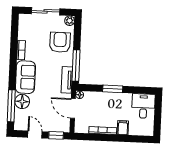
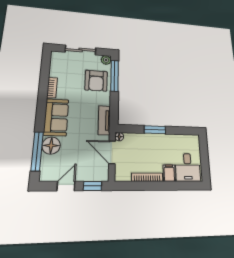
armchair: (60, 42) -> (96, 81), turned 180
window: (76, 65) -> (114, 76), moved
desk: (143, 106) -> (188, 167), moved, turned 180
door: (35, 134) -> (66, 186), hinge flipped

